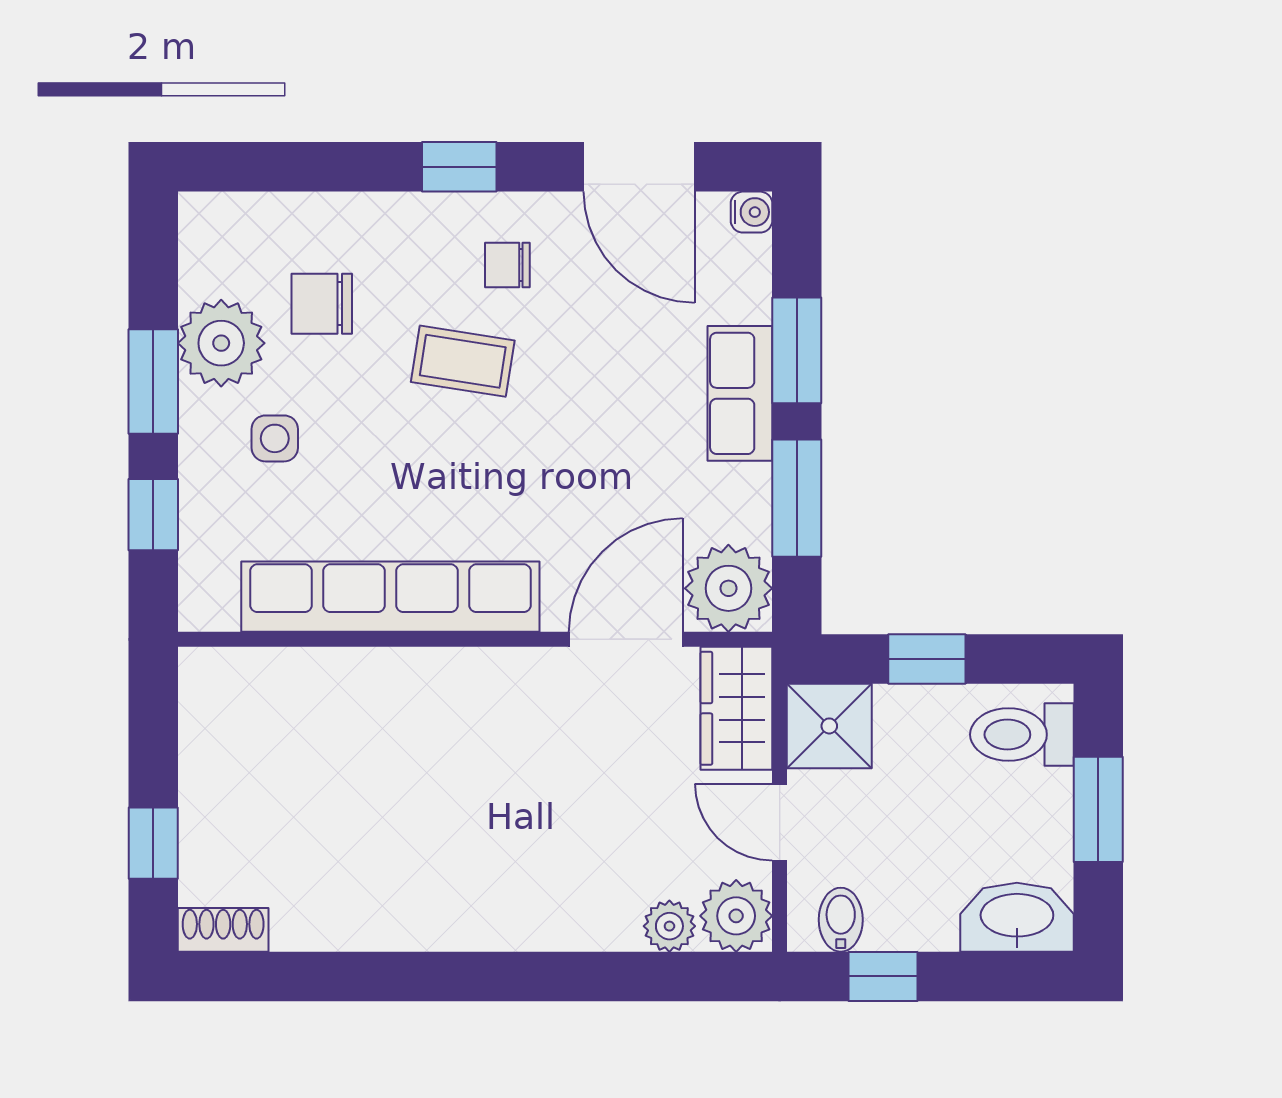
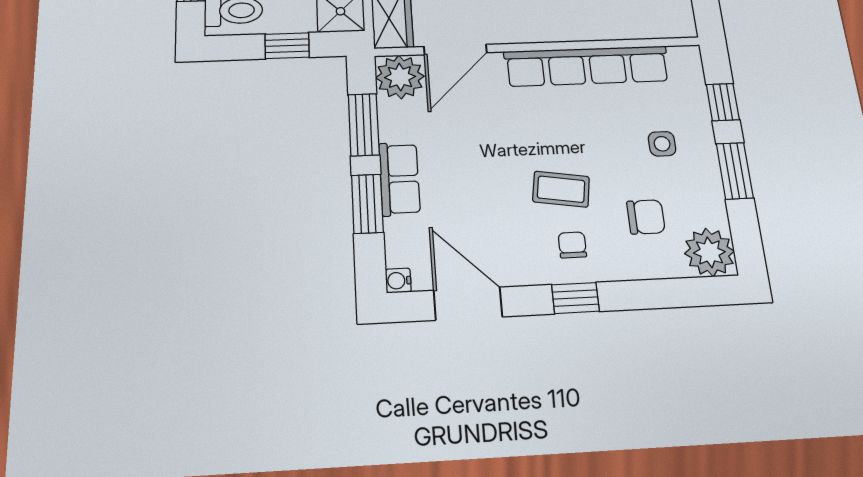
chair: (507, 265) -> (572, 245), moved, turned -90
plant: (221, 343) -> (710, 252), moved

